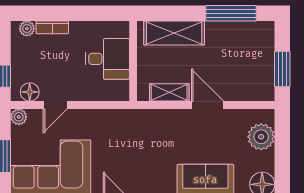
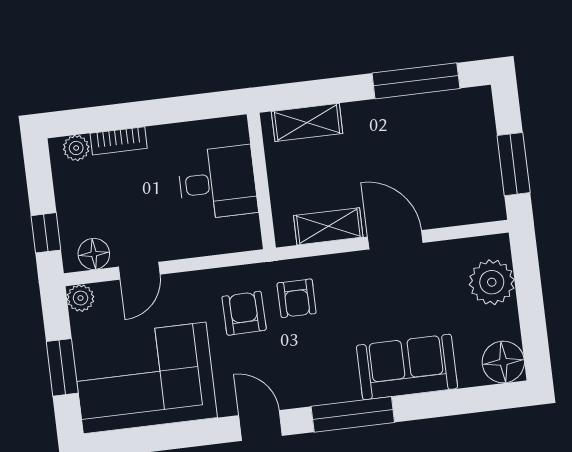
shelving: (174, 33) -> (307, 122), width x0.67, depth x0.75
armchair: (145, 132) -> (297, 298), added
armchair: (114, 137) -> (244, 313), added

